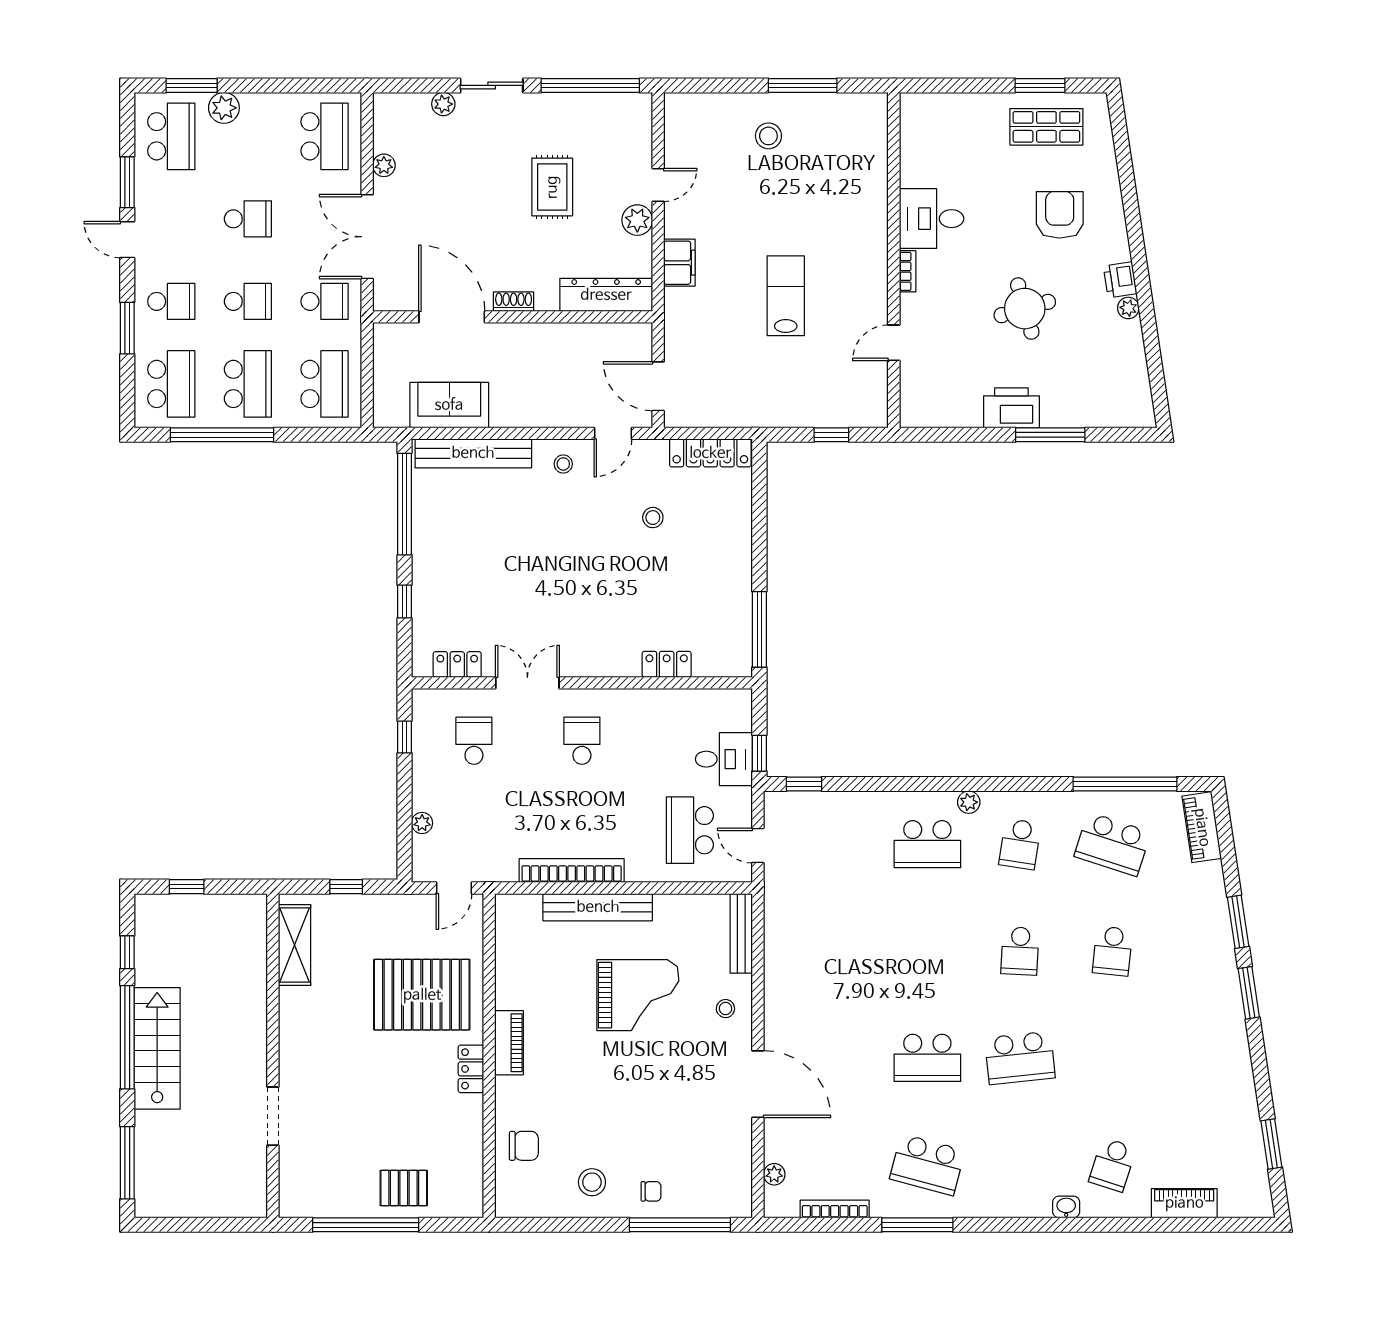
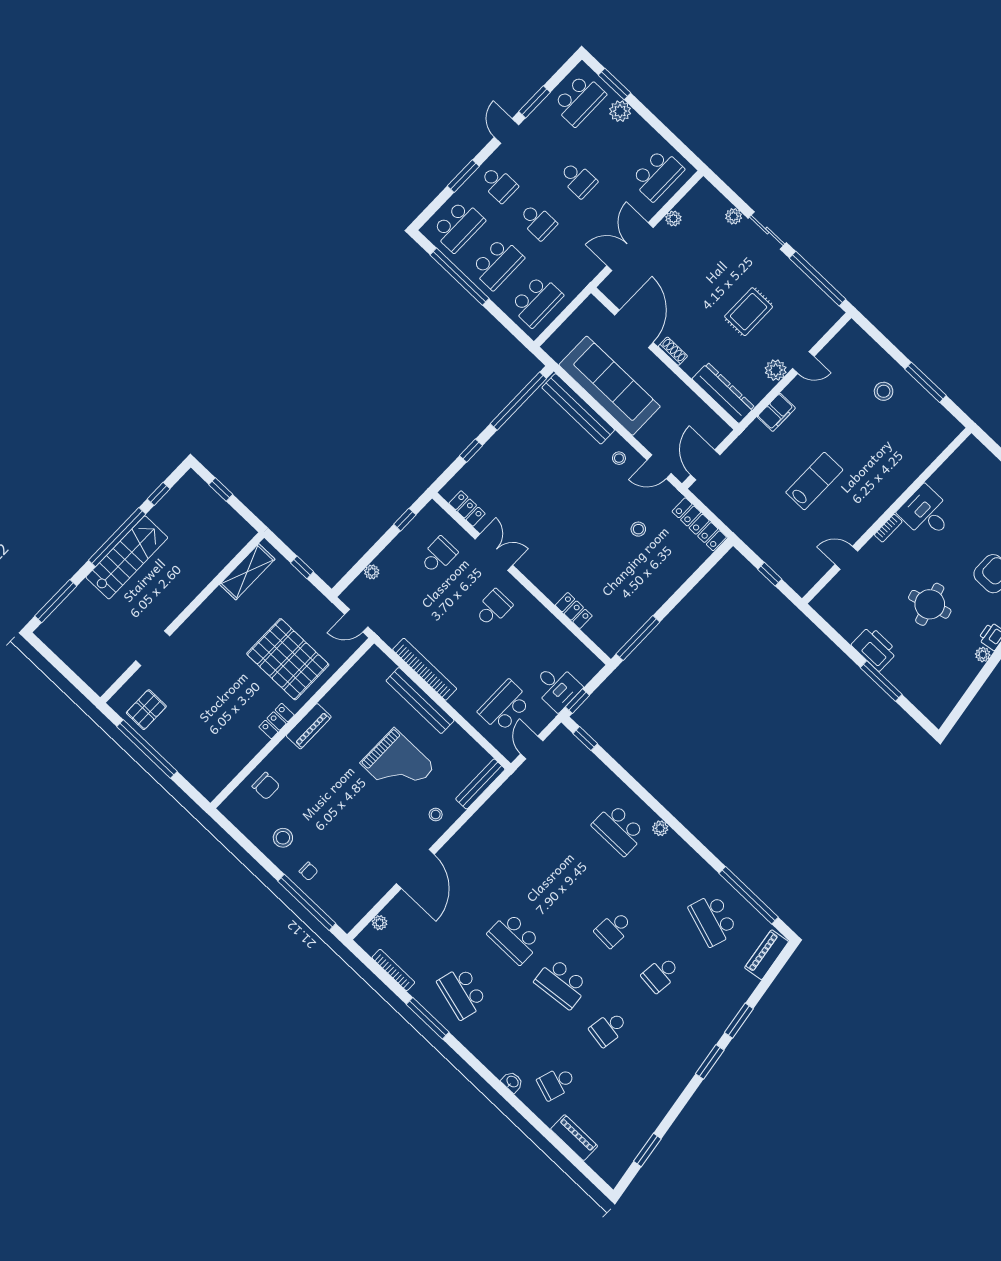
school desk: (325, 301) -> (577, 259), removed
sofa: (449, 405) -> (610, 386), width x1.85, depth x1.27
school desk: (1020, 844) -> (609, 1029), moved
pallet: (404, 1188) -> (146, 710), moved, turned 90

